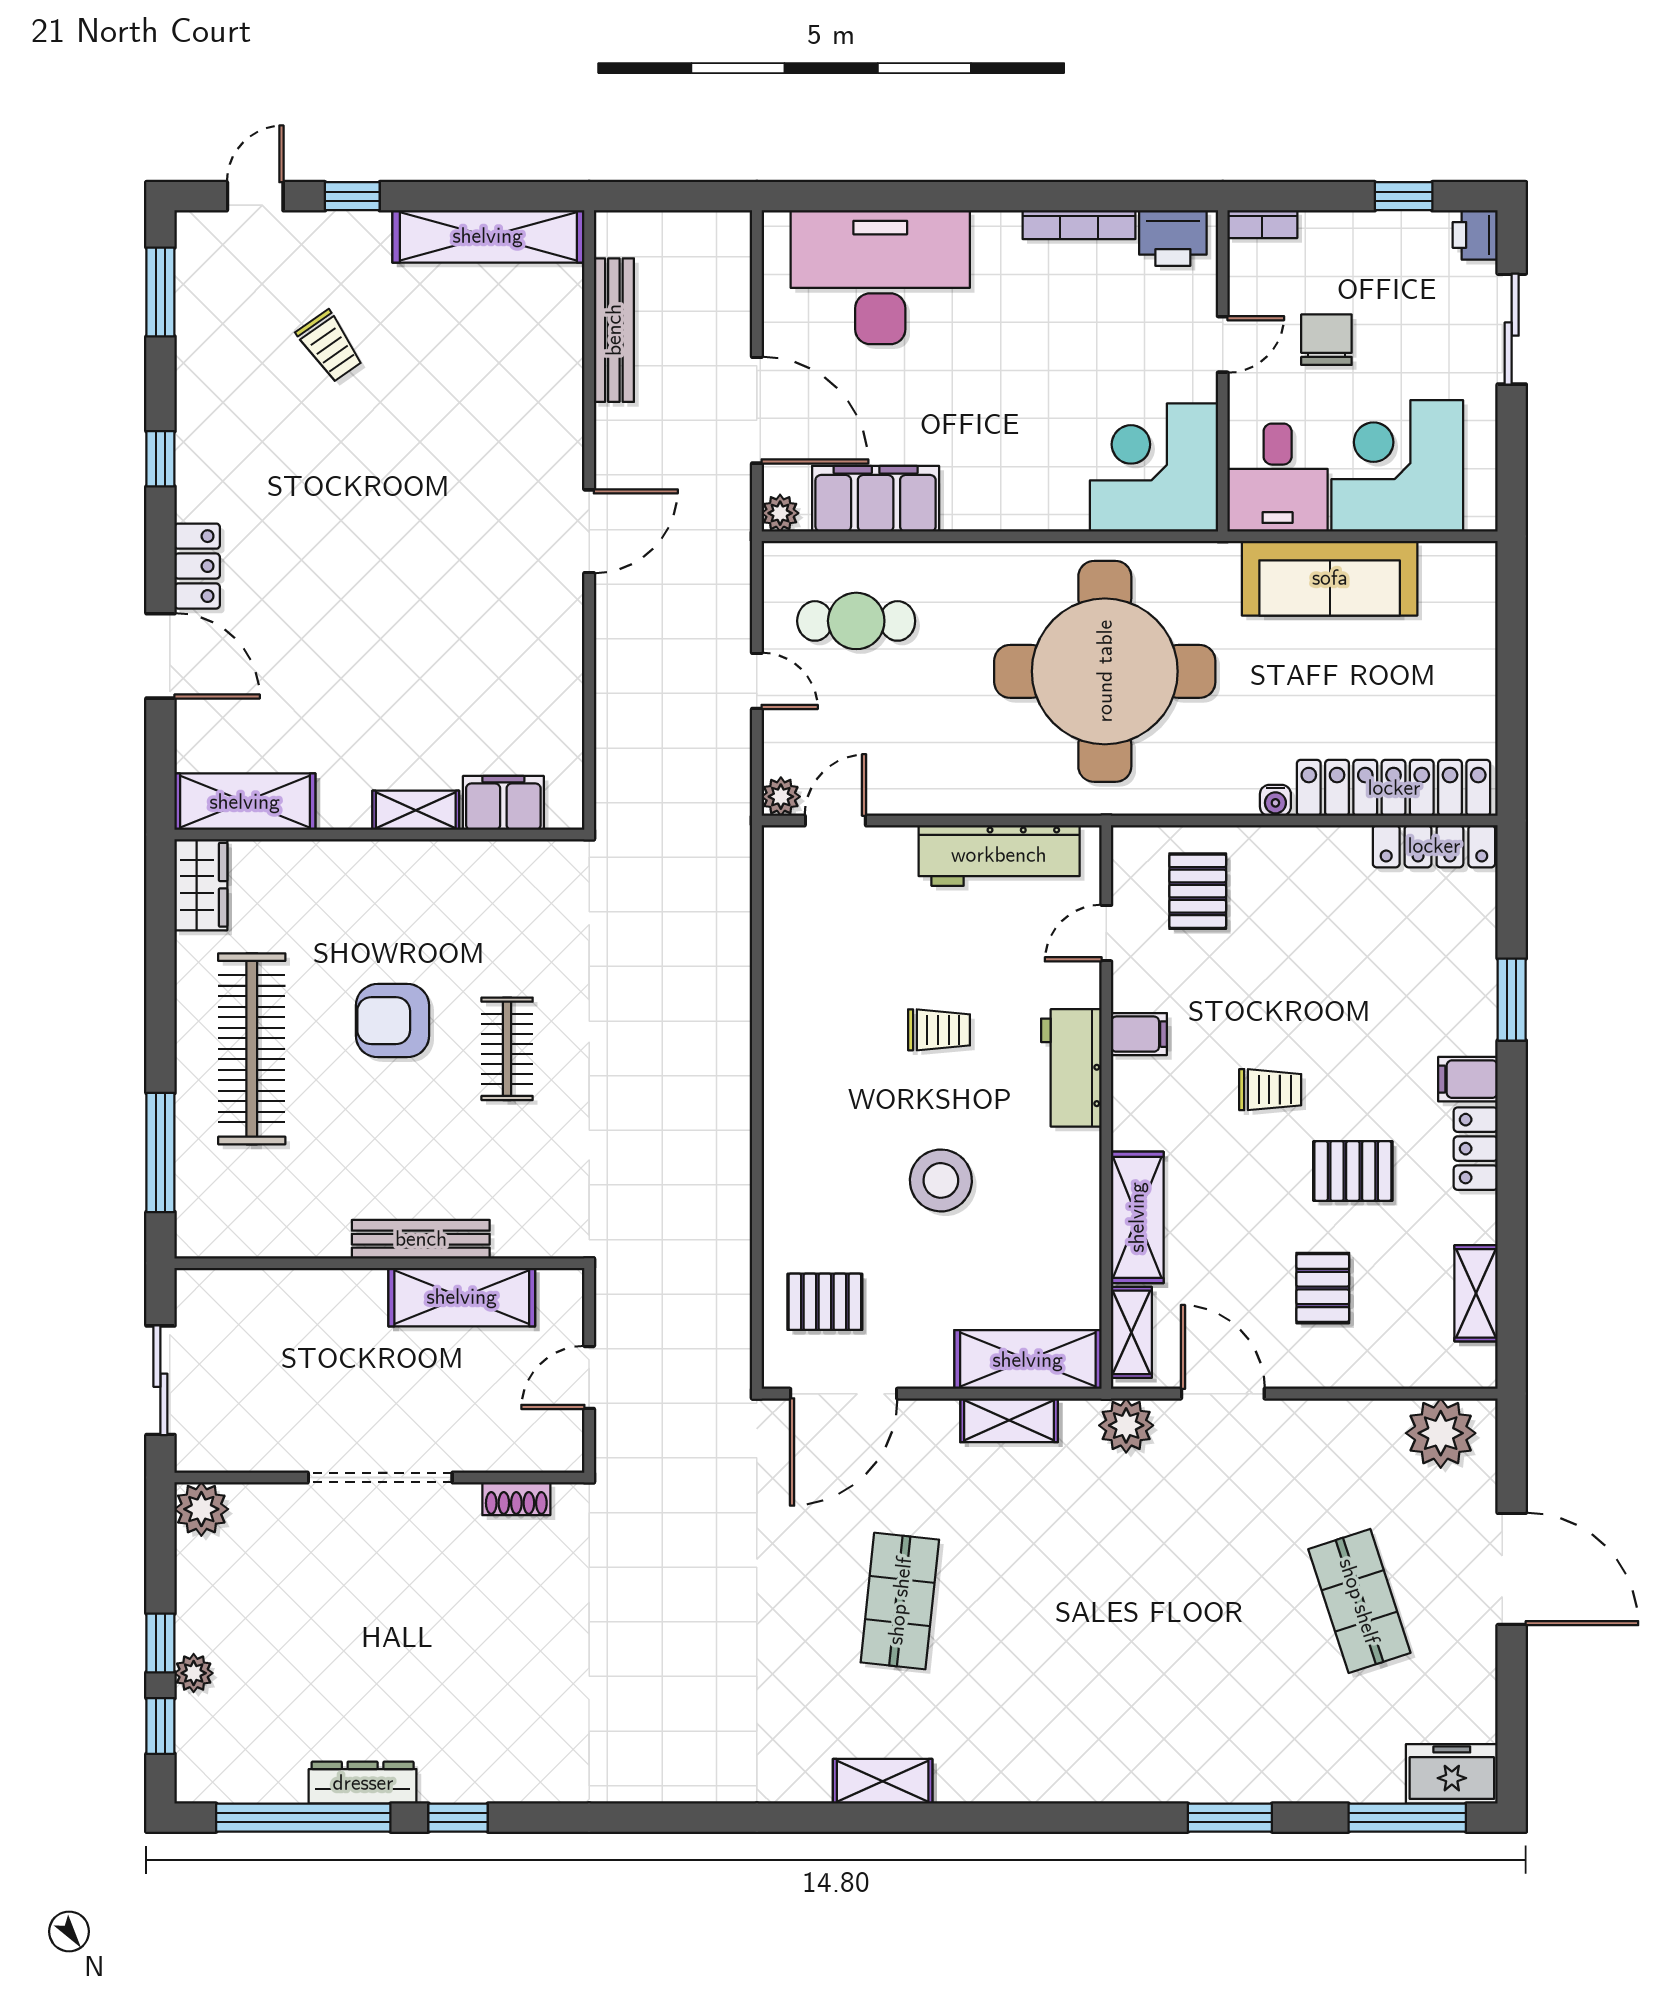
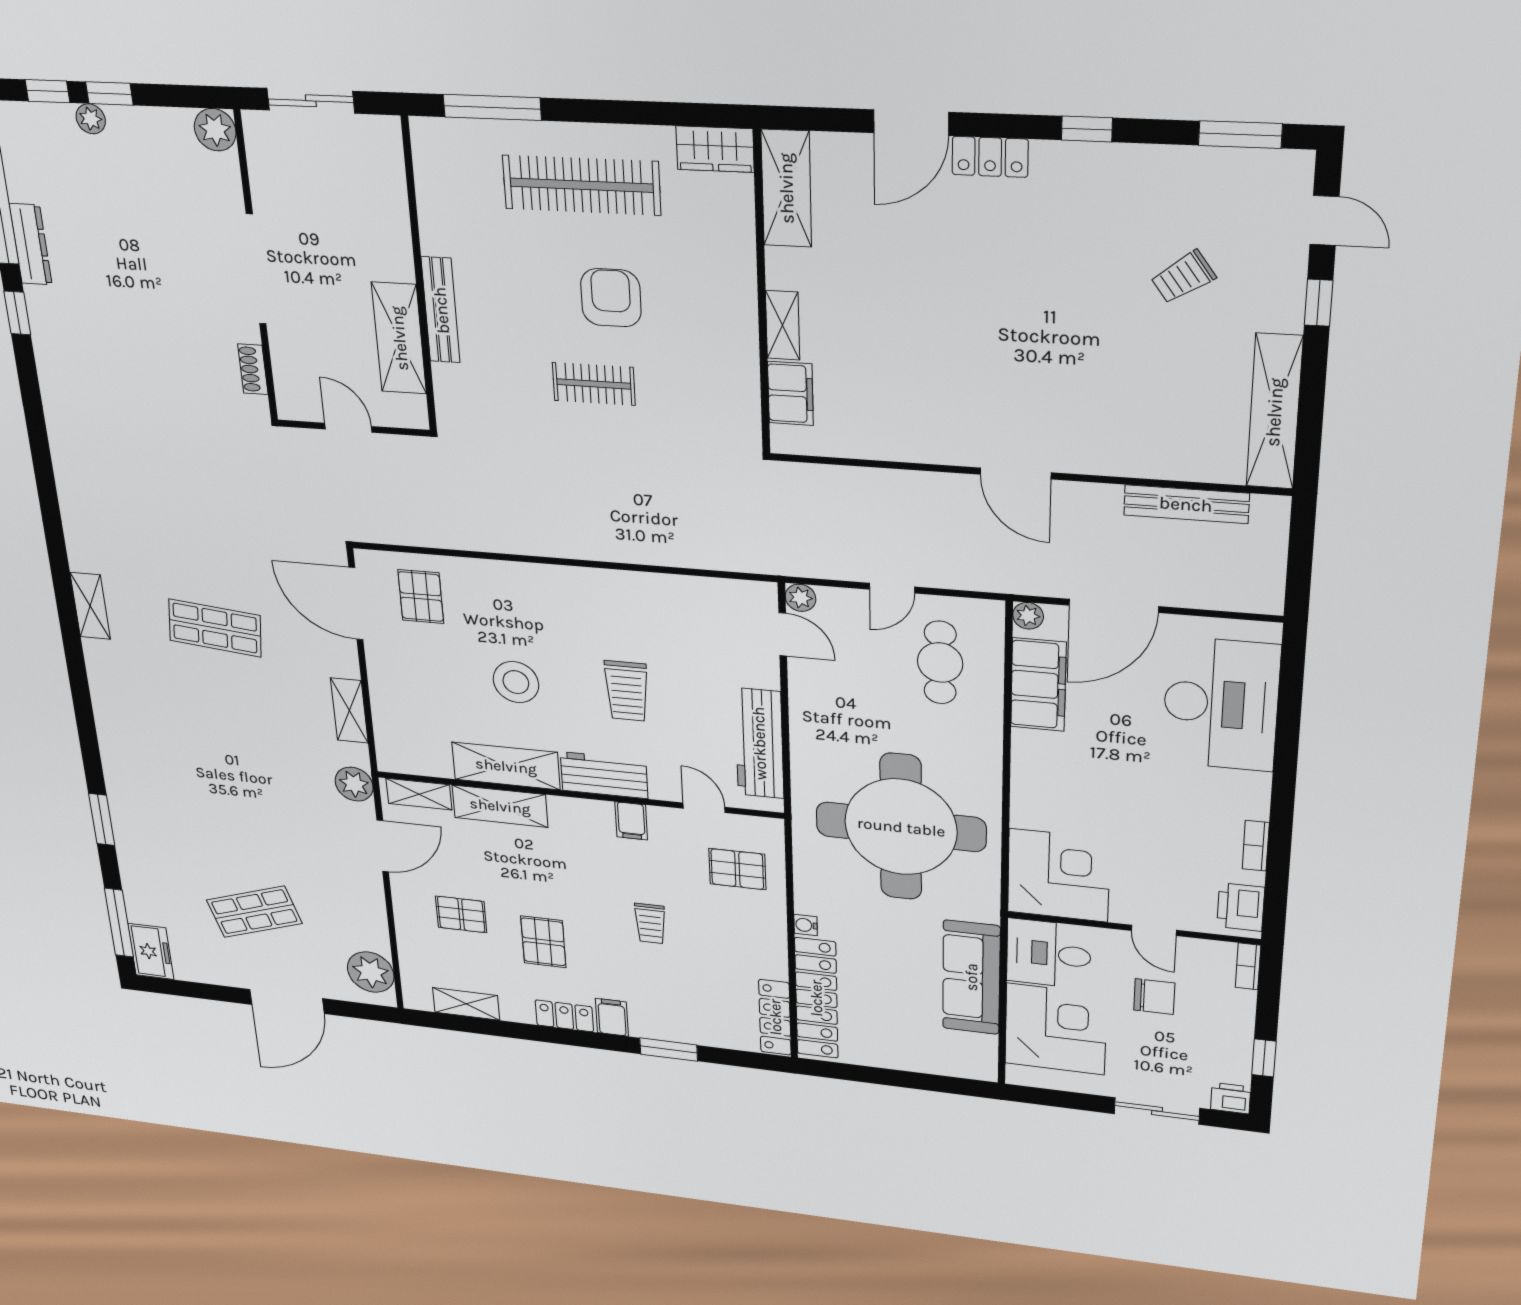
bookcase: (1079, 225) -> (1256, 846), width x0.64
trolley: (939, 1030) -> (627, 691), width x1.36, depth x1.39
trolley: (1270, 1090) -> (650, 924), moved
shelving: (1028, 1360) -> (506, 766), moved, turned 90

